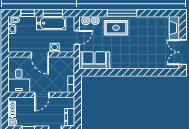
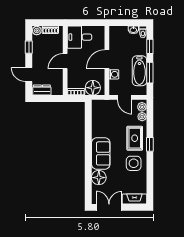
window: (122, 13) -> (150, 144), width x0.46
side table: (140, 29) -> (134, 163), added
sofa: (94, 60) -> (101, 153), moved
floor lamp: (154, 62) -> (99, 178), added
floor lamp: (67, 68) -> (93, 88), added
door: (42, 95) -> (65, 61), hinge flipped

